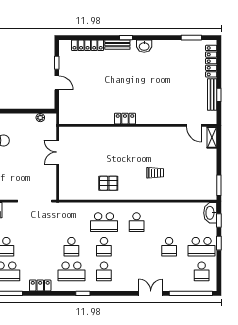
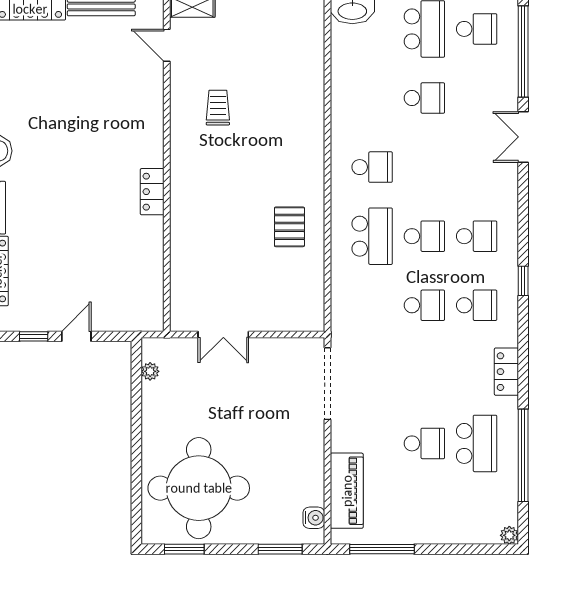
door: (194, 125) -> (167, 45), swing flipped
trolley: (155, 173) -> (218, 108), moved
school desk: (71, 271) -> (477, 305), width x0.54

